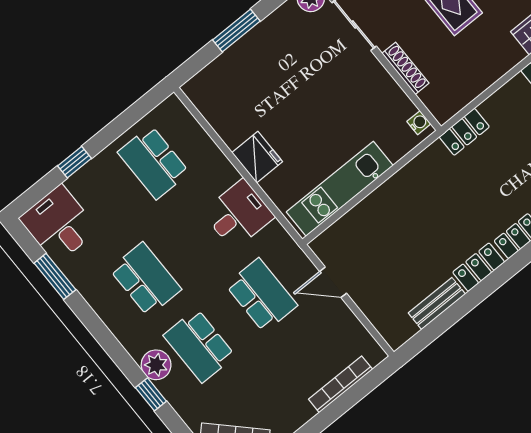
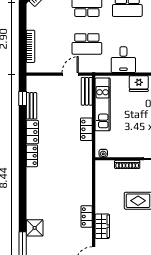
locker: (464, 132) -> (86, 129), moved
bench: (339, 232) -> (87, 91), added
window: (436, 328) -> (23, 98), added

